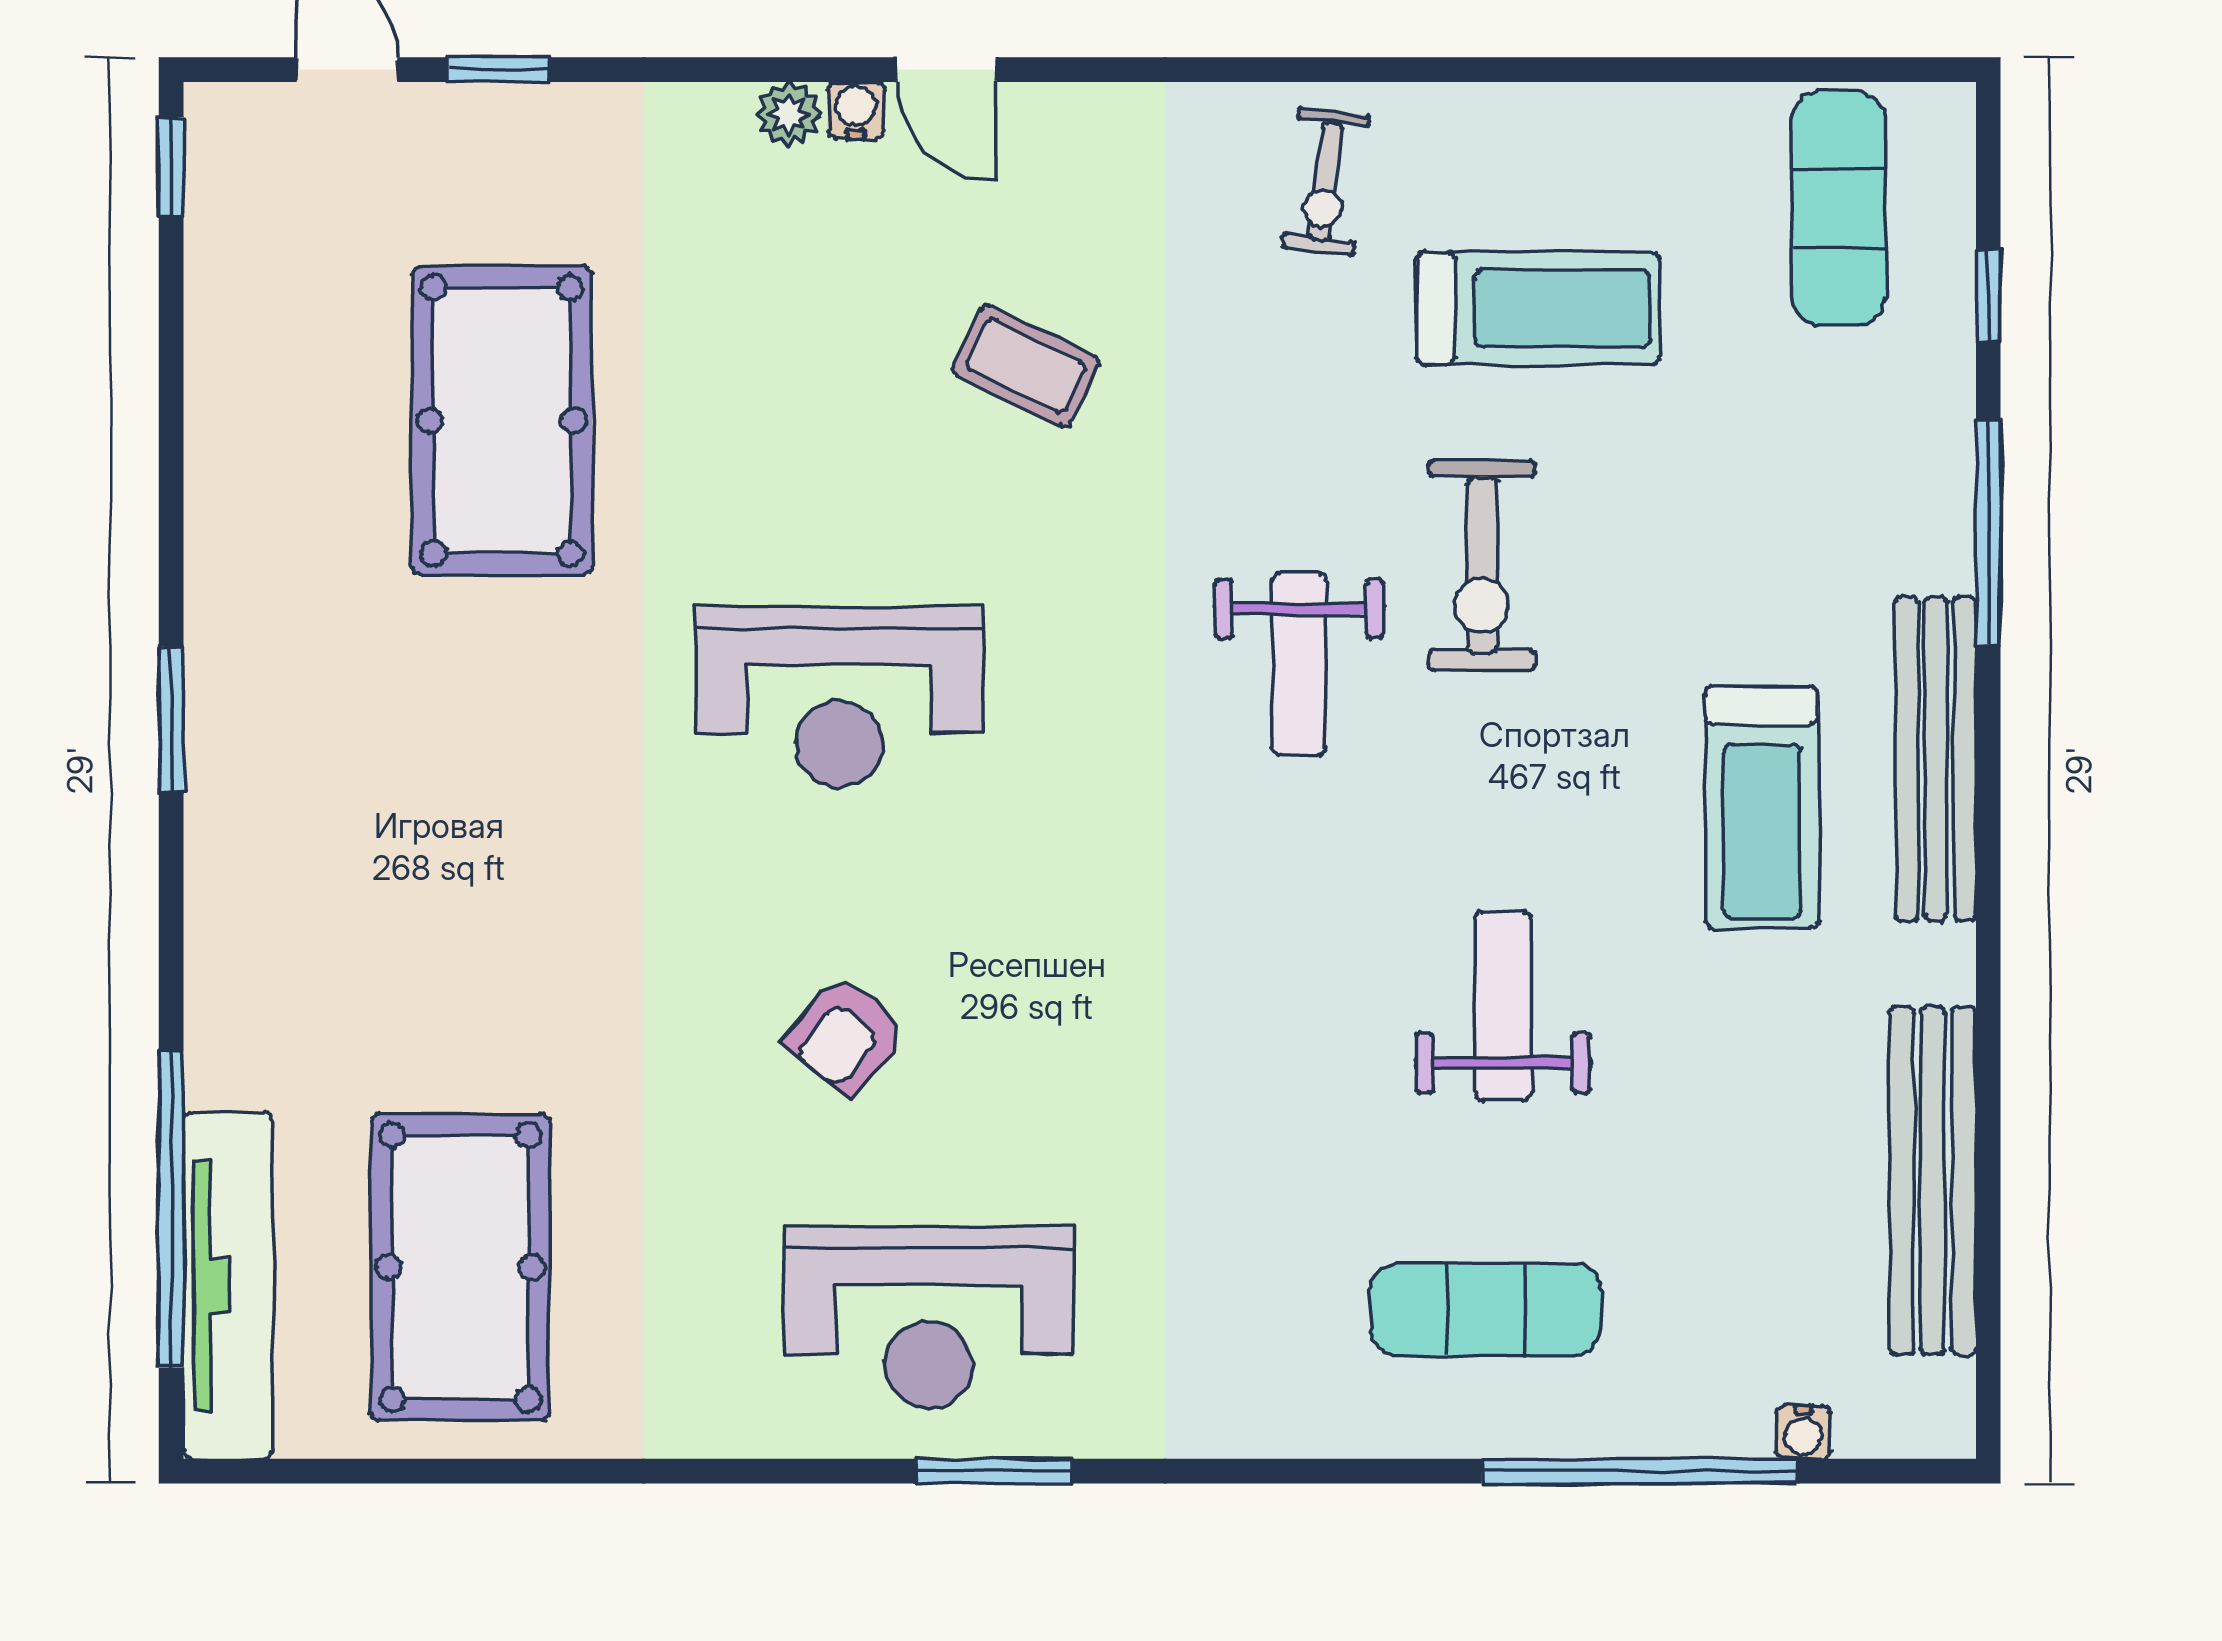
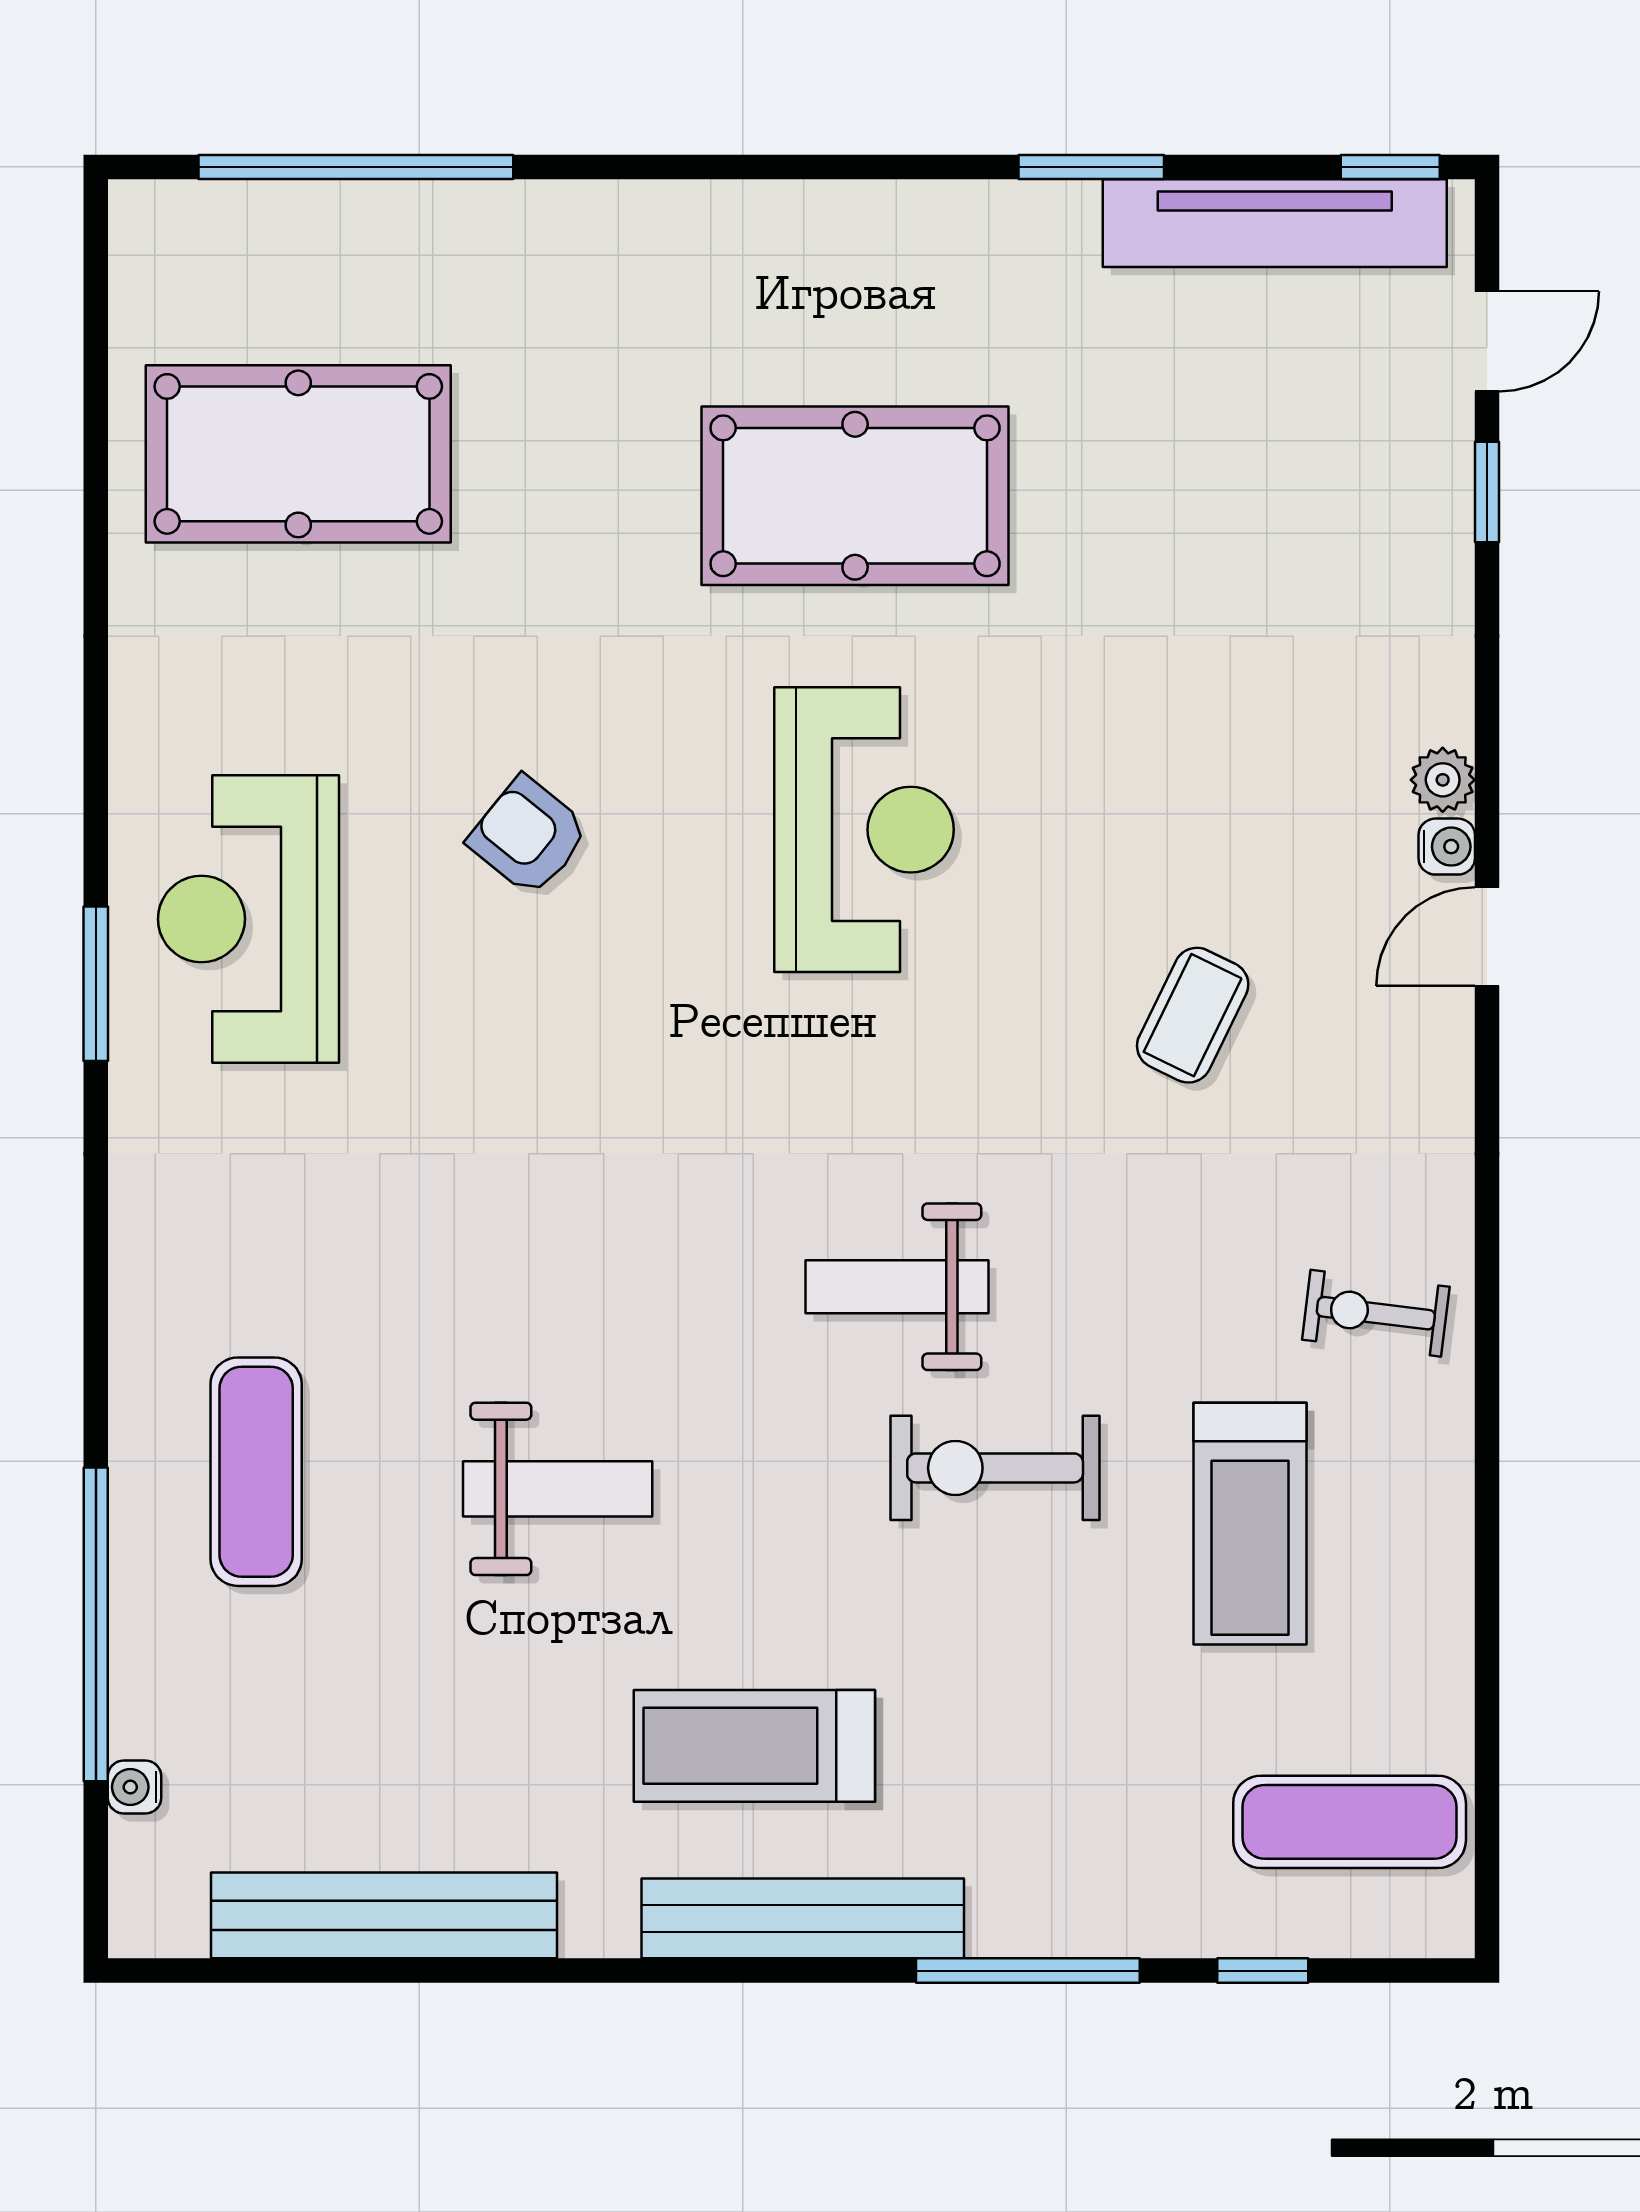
pool table: (502, 421) -> (855, 496), moved
reception desk: (839, 697) -> (864, 830), turned 180
window: (171, 720) -> (1091, 167), moved
tv unit: (228, 1286) -> (1275, 223), moved

